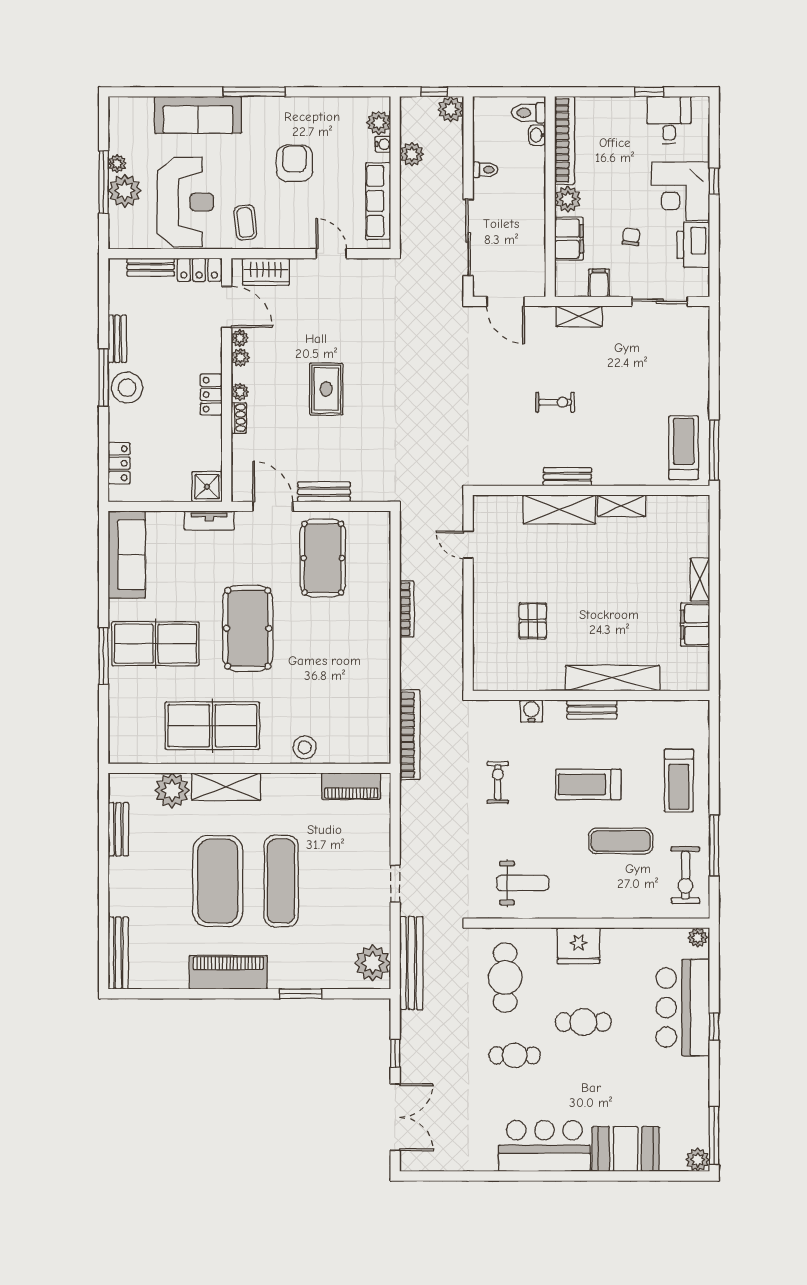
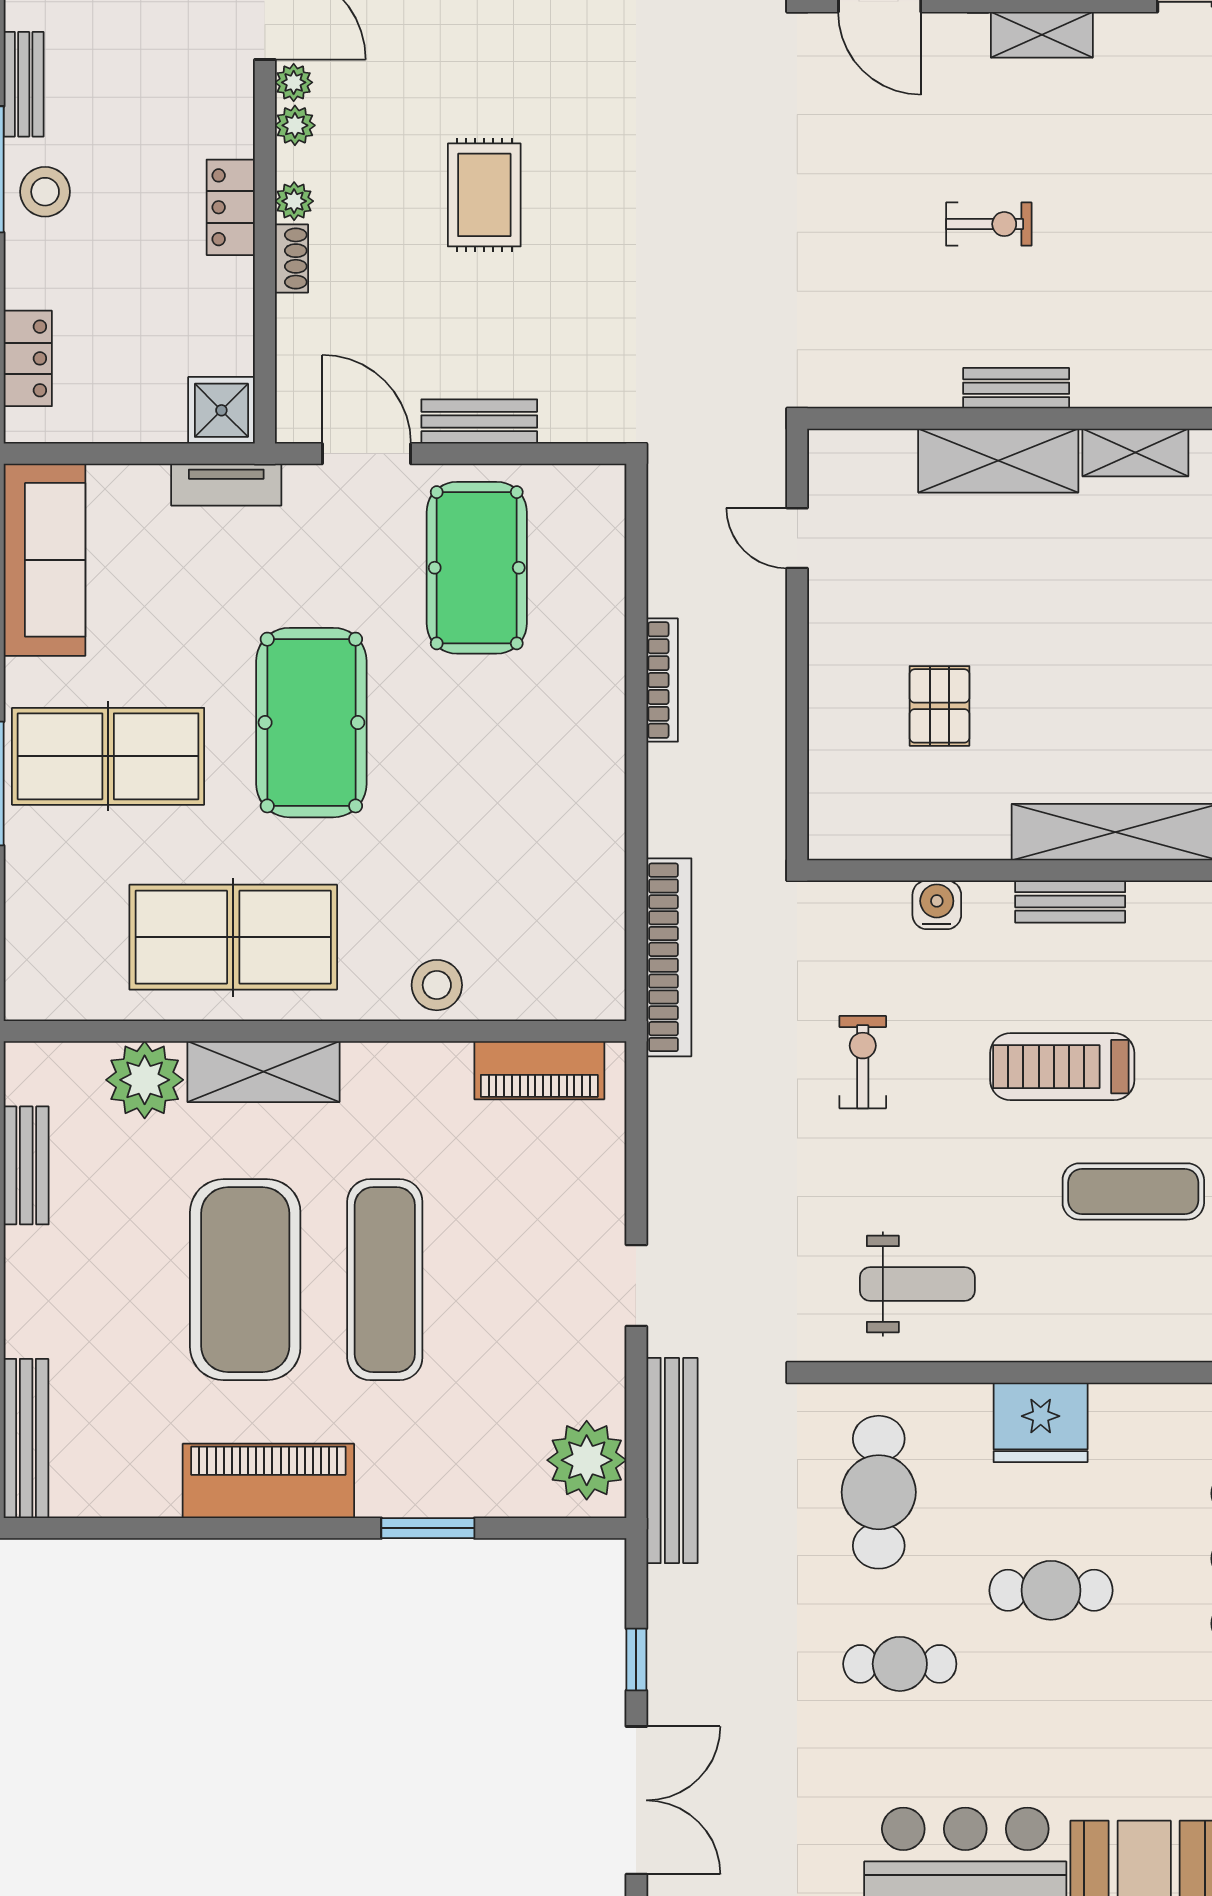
stool: (127, 388) -> (45, 192), width x0.73, depth x0.73

